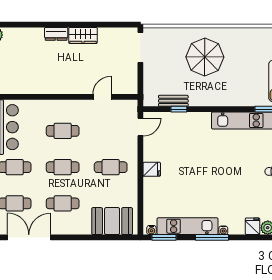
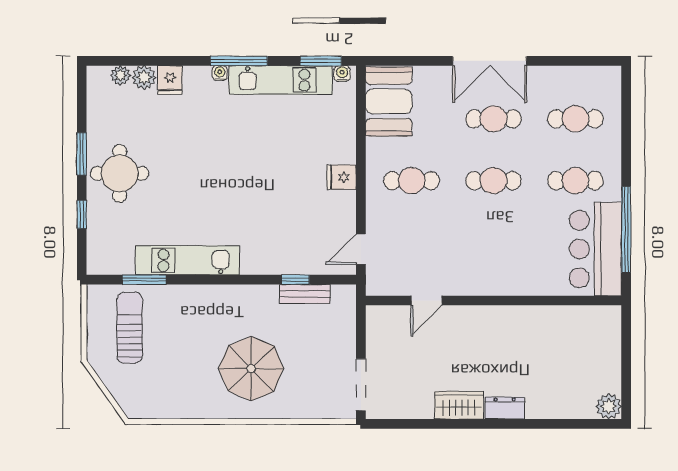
cafe table: (63, 131) -> (494, 243), removed
booth: (112, 221) -> (389, 102), moved, turned 90
double door: (29, 237) -> (490, 61), moved

